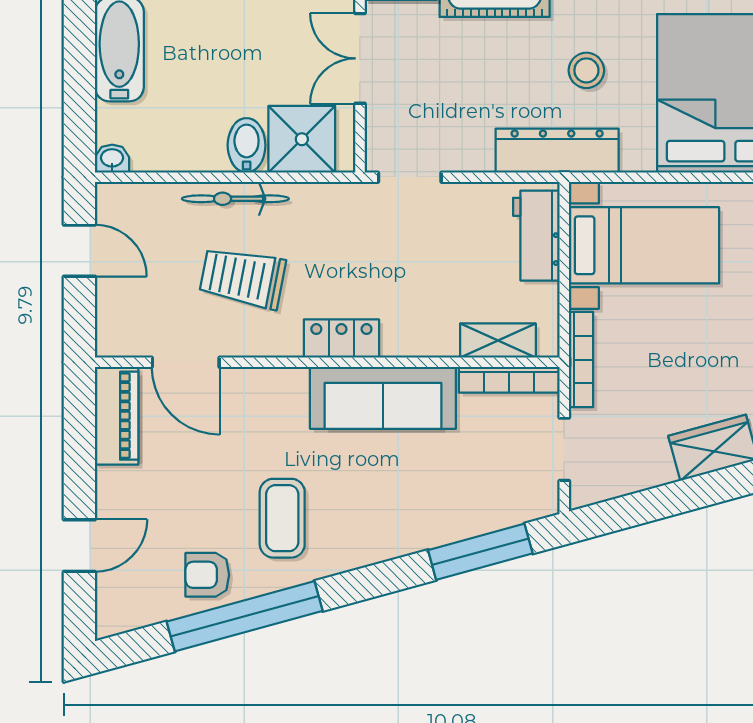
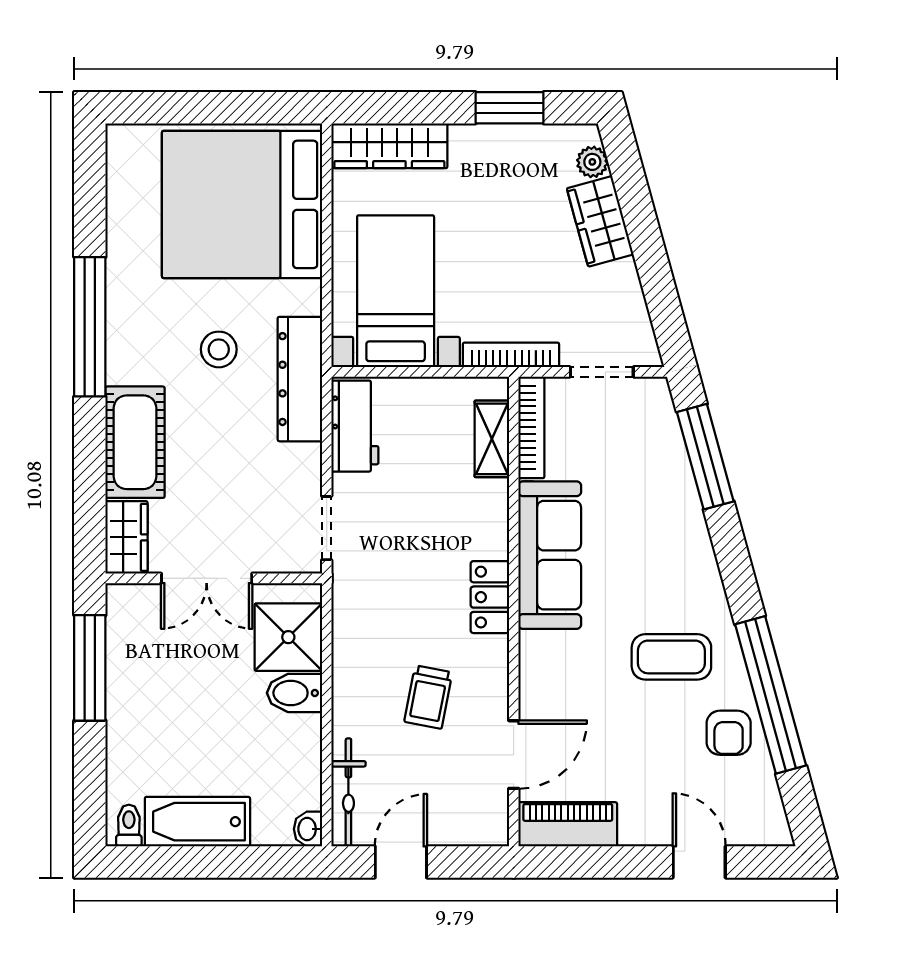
bicycle: (235, 199) -> (348, 792), moved
workbench: (536, 236) -> (355, 426), moved, turned -90
trolley: (243, 278) -> (428, 697), width x0.73, depth x0.72

